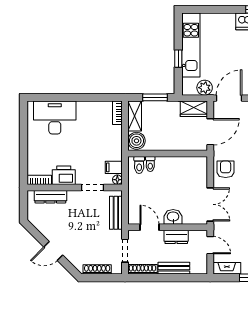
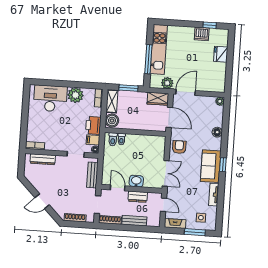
window: (178, 59) -> (148, 59), width x2.17
plant: (87, 111) -> (76, 95), added
door: (210, 132) -> (169, 117), hinge flipped
printer: (64, 175) -> (93, 125), moved, turned -90

